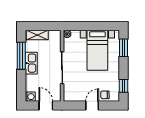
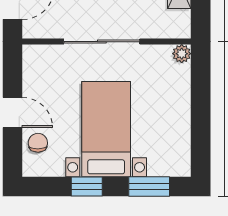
bed with nightstands: (97, 50) -> (106, 129), moved, turned 90
window: (123, 86) -> (87, 187), moved

